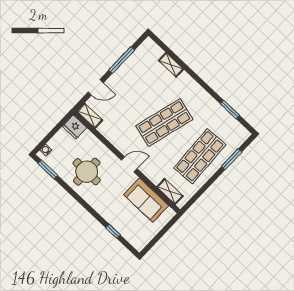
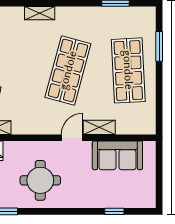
shelving: (171, 65) -> (40, 13), moved
shelving: (170, 191) -> (99, 127), moved

